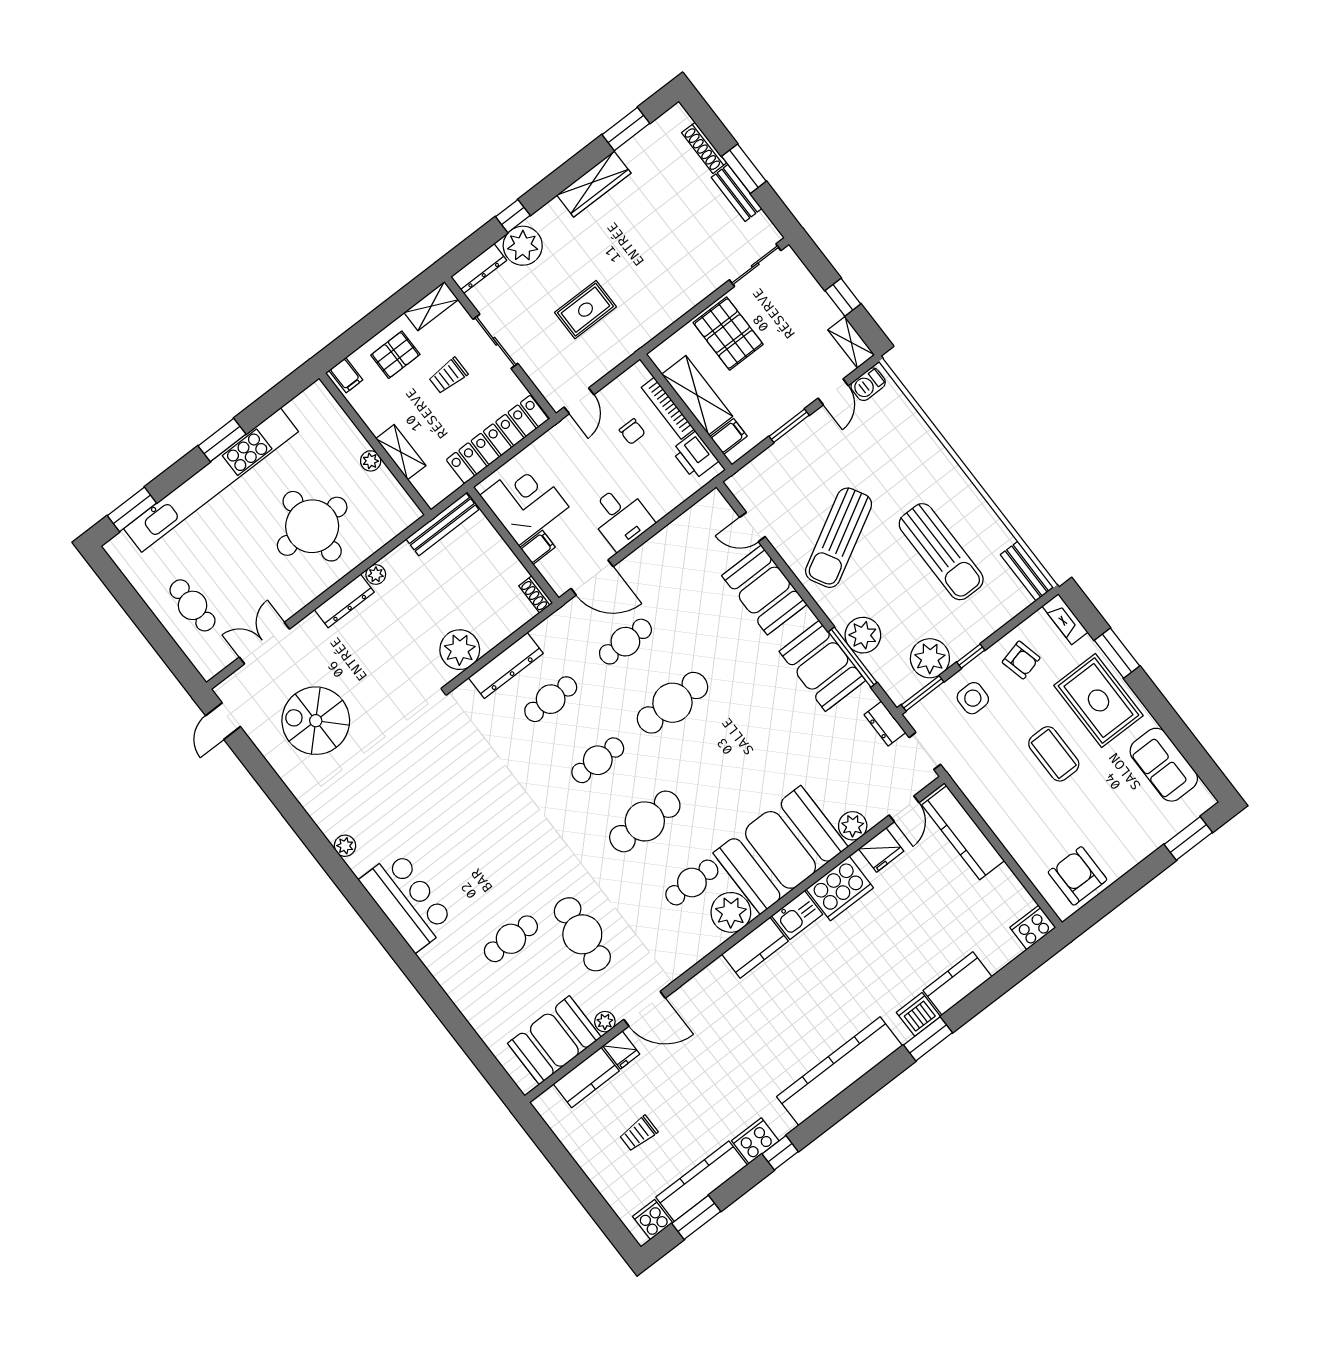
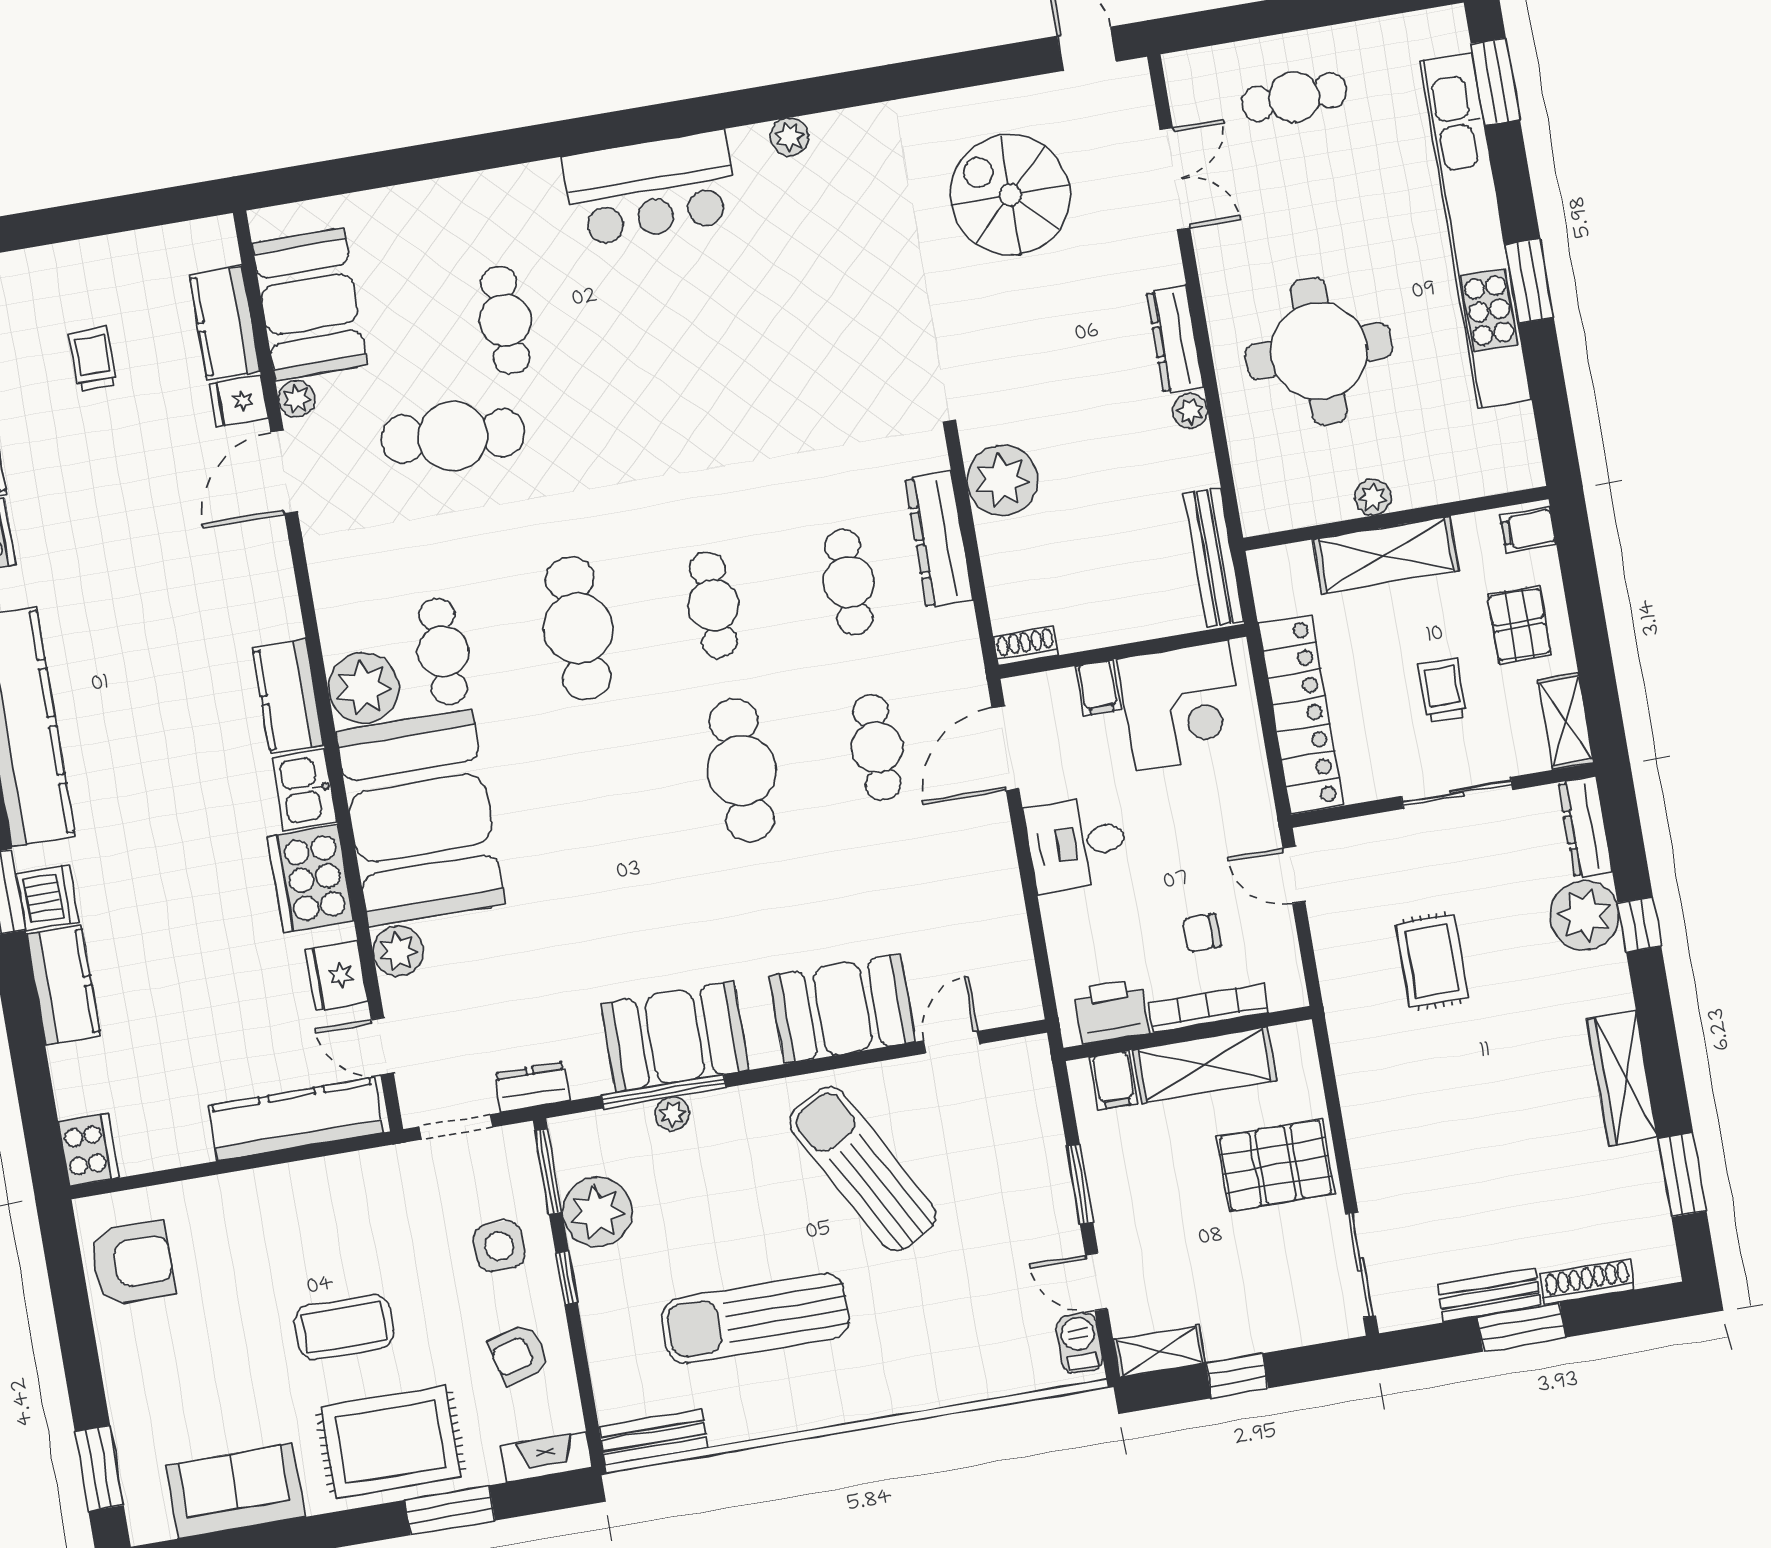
shelving: (401, 452) -> (1386, 555), width x1.50, depth x1.33
plant: (863, 635) -> (672, 1114), width x0.53, depth x0.53
spiral stairs: (316, 721) -> (1010, 195), turned -90

